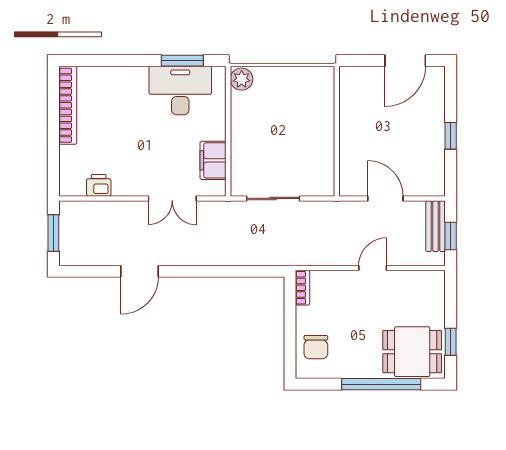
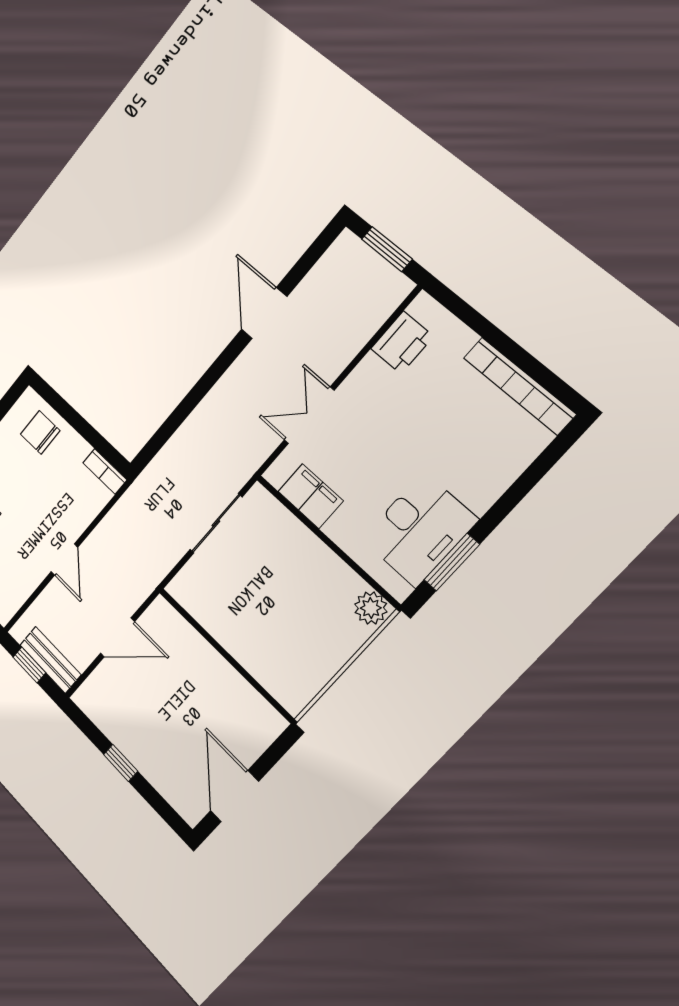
printer: (99, 185) -> (402, 342), width x1.36, depth x1.24

